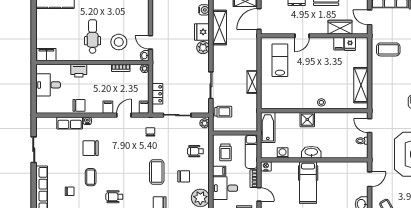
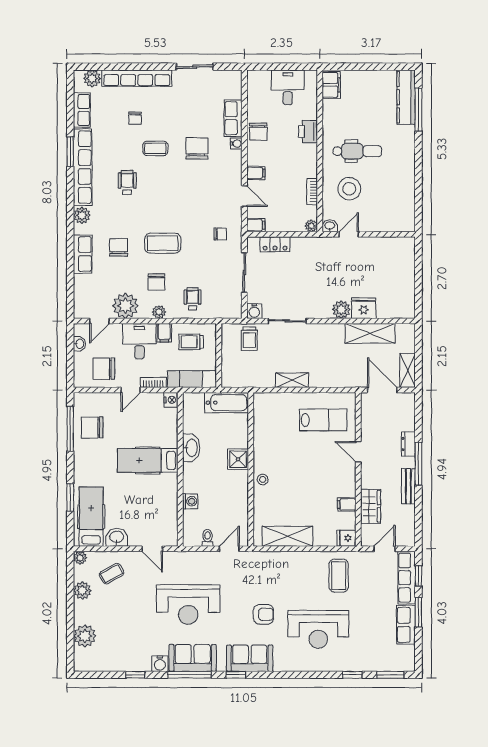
water cooler: (204, 10) -> (254, 311), moved
fridge: (350, 44) -> (346, 538), moved
plant: (205, 123) -> (159, 312), moved
washbasin: (311, 152) -> (191, 448), moved
washing machine: (283, 153) -> (190, 501), moved

